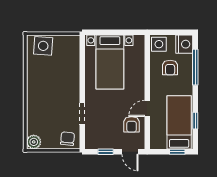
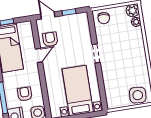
doorway: (82, 114) -> (96, 53), moved
plant: (32, 128) -> (136, 22), added

